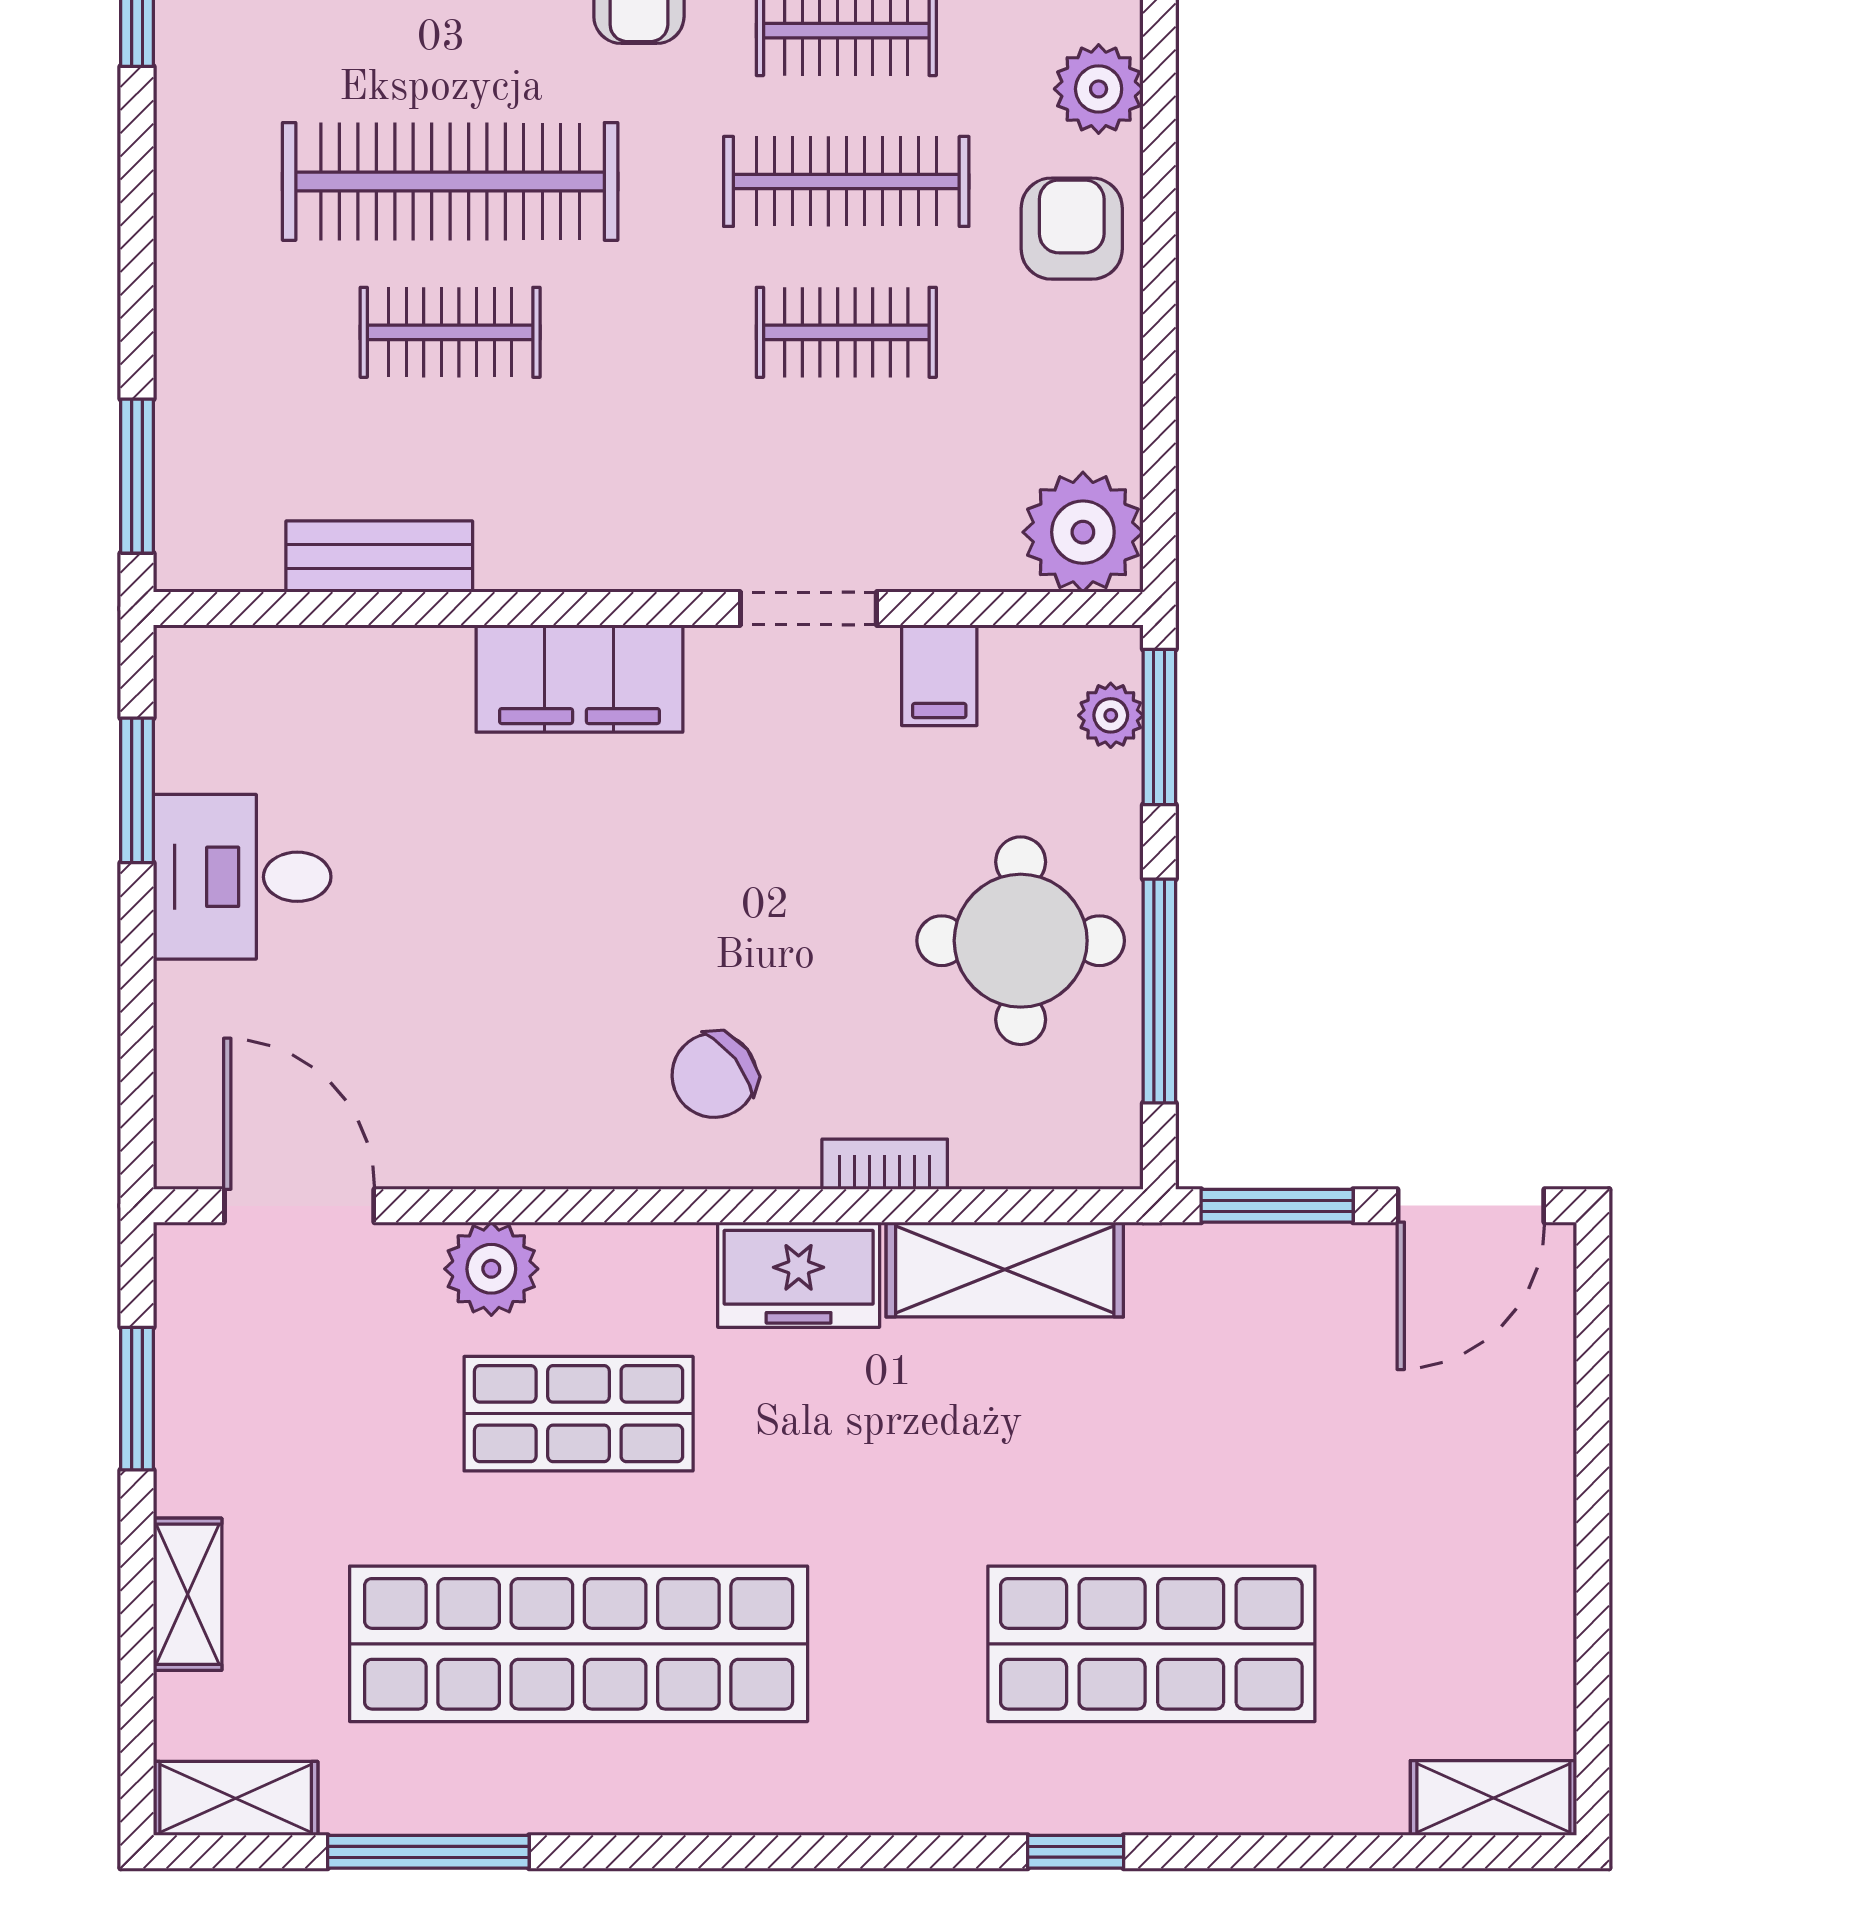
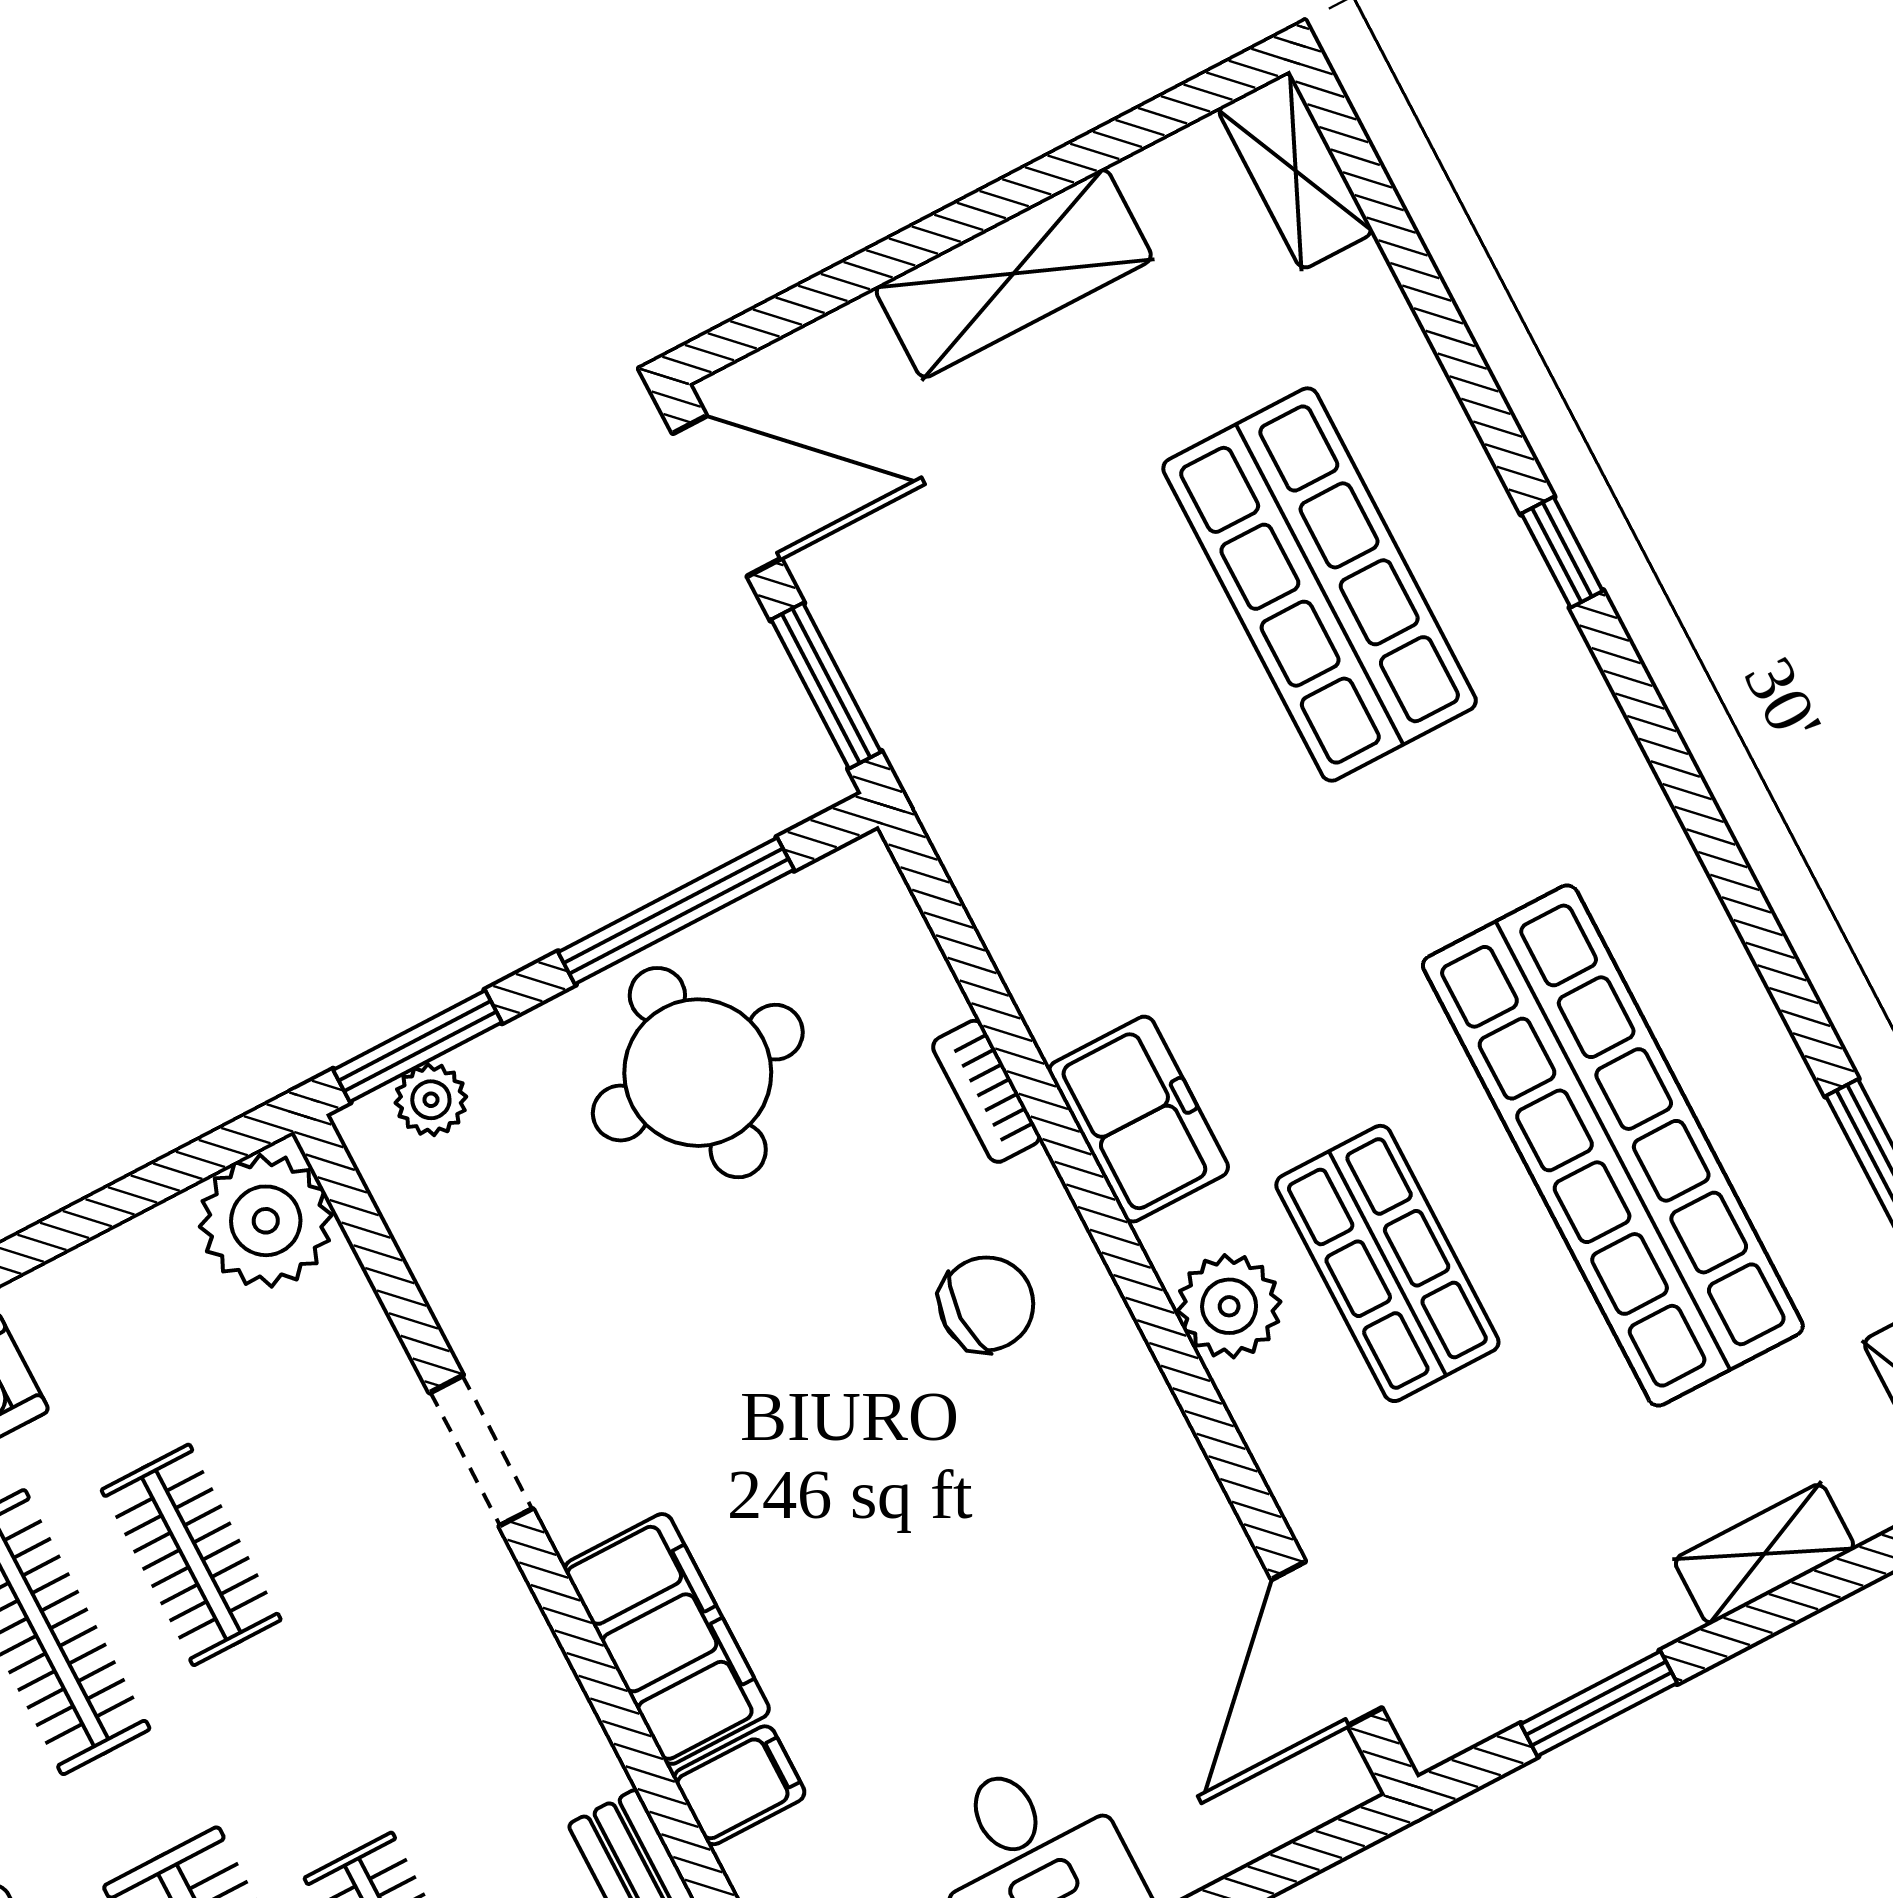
filing cabinet: (939, 675) -> (739, 1785), moved
chair: (714, 1075) -> (987, 1304), turned -52
plant: (491, 1269) -> (1229, 1306), moved
shelving: (1005, 1269) -> (1014, 273), moved, turned 90

